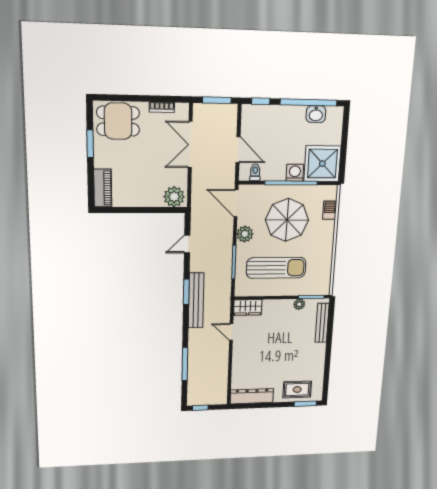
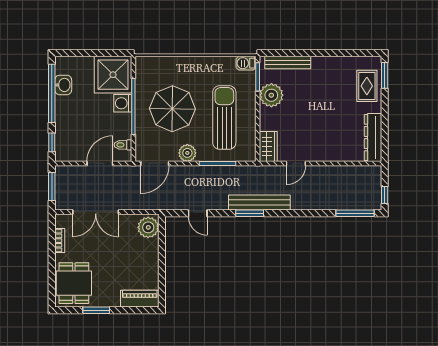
barbecue: (330, 210) -> (246, 63), moved
plant: (299, 304) -> (271, 95), width x1.88, depth x1.88
window: (185, 364) -> (355, 213), moved

